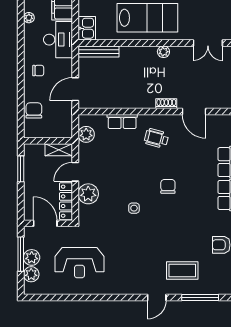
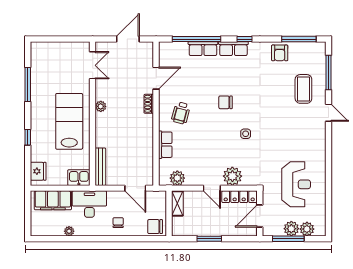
wall: (48, 141) -> (169, 213), moved
shelving: (59, 150) -> (177, 203), moved

